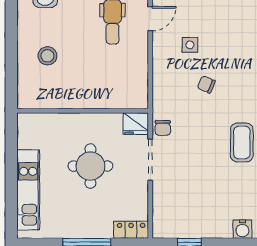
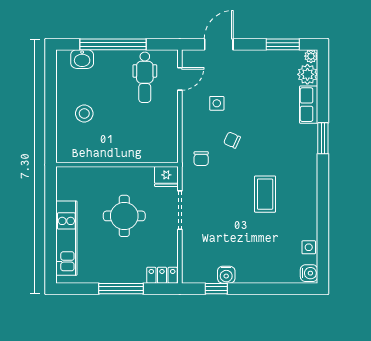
chair: (163, 128) -> (201, 159), moved
water cooler: (242, 229) -> (226, 275), moved

